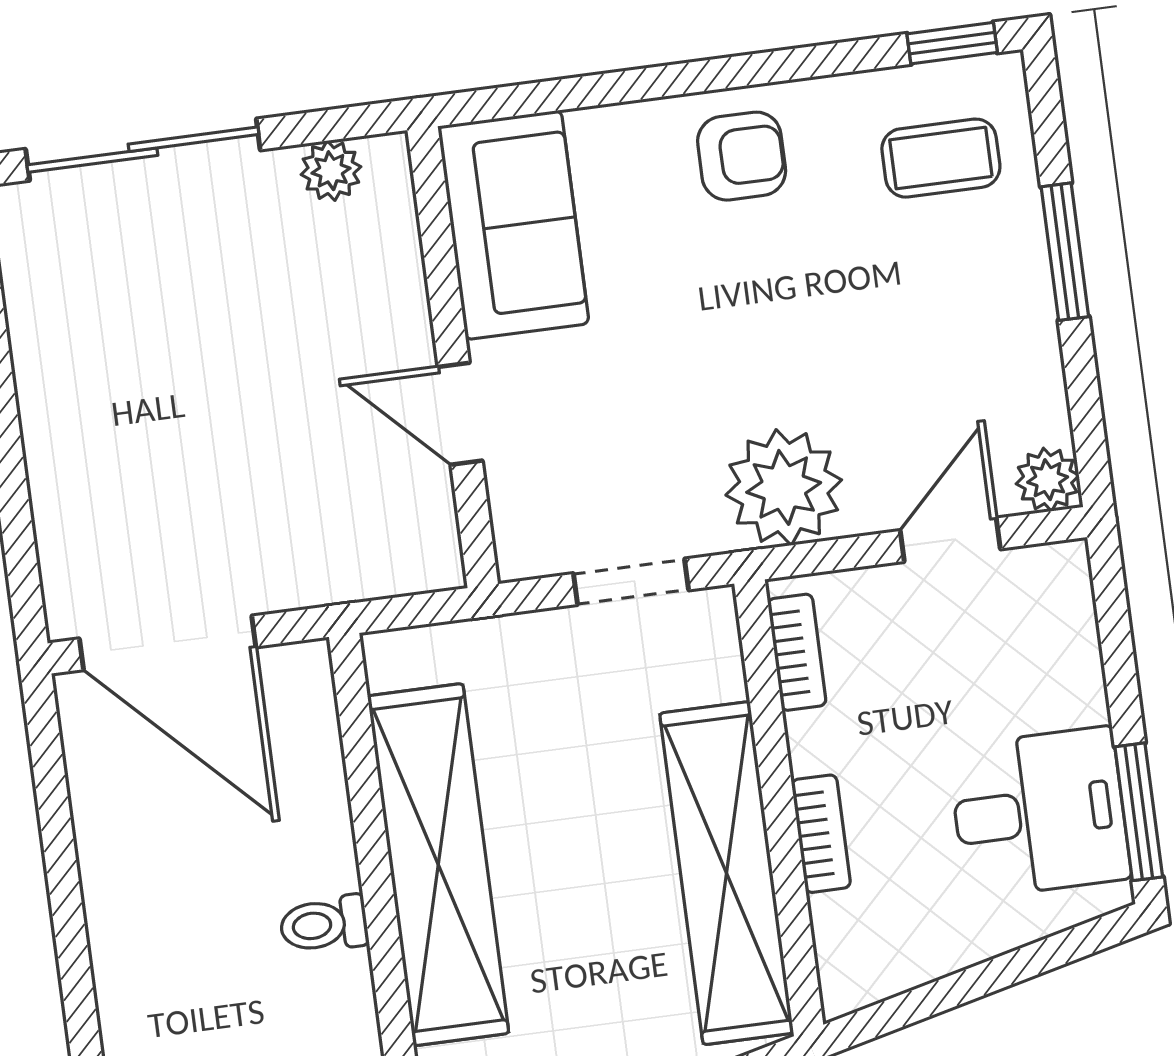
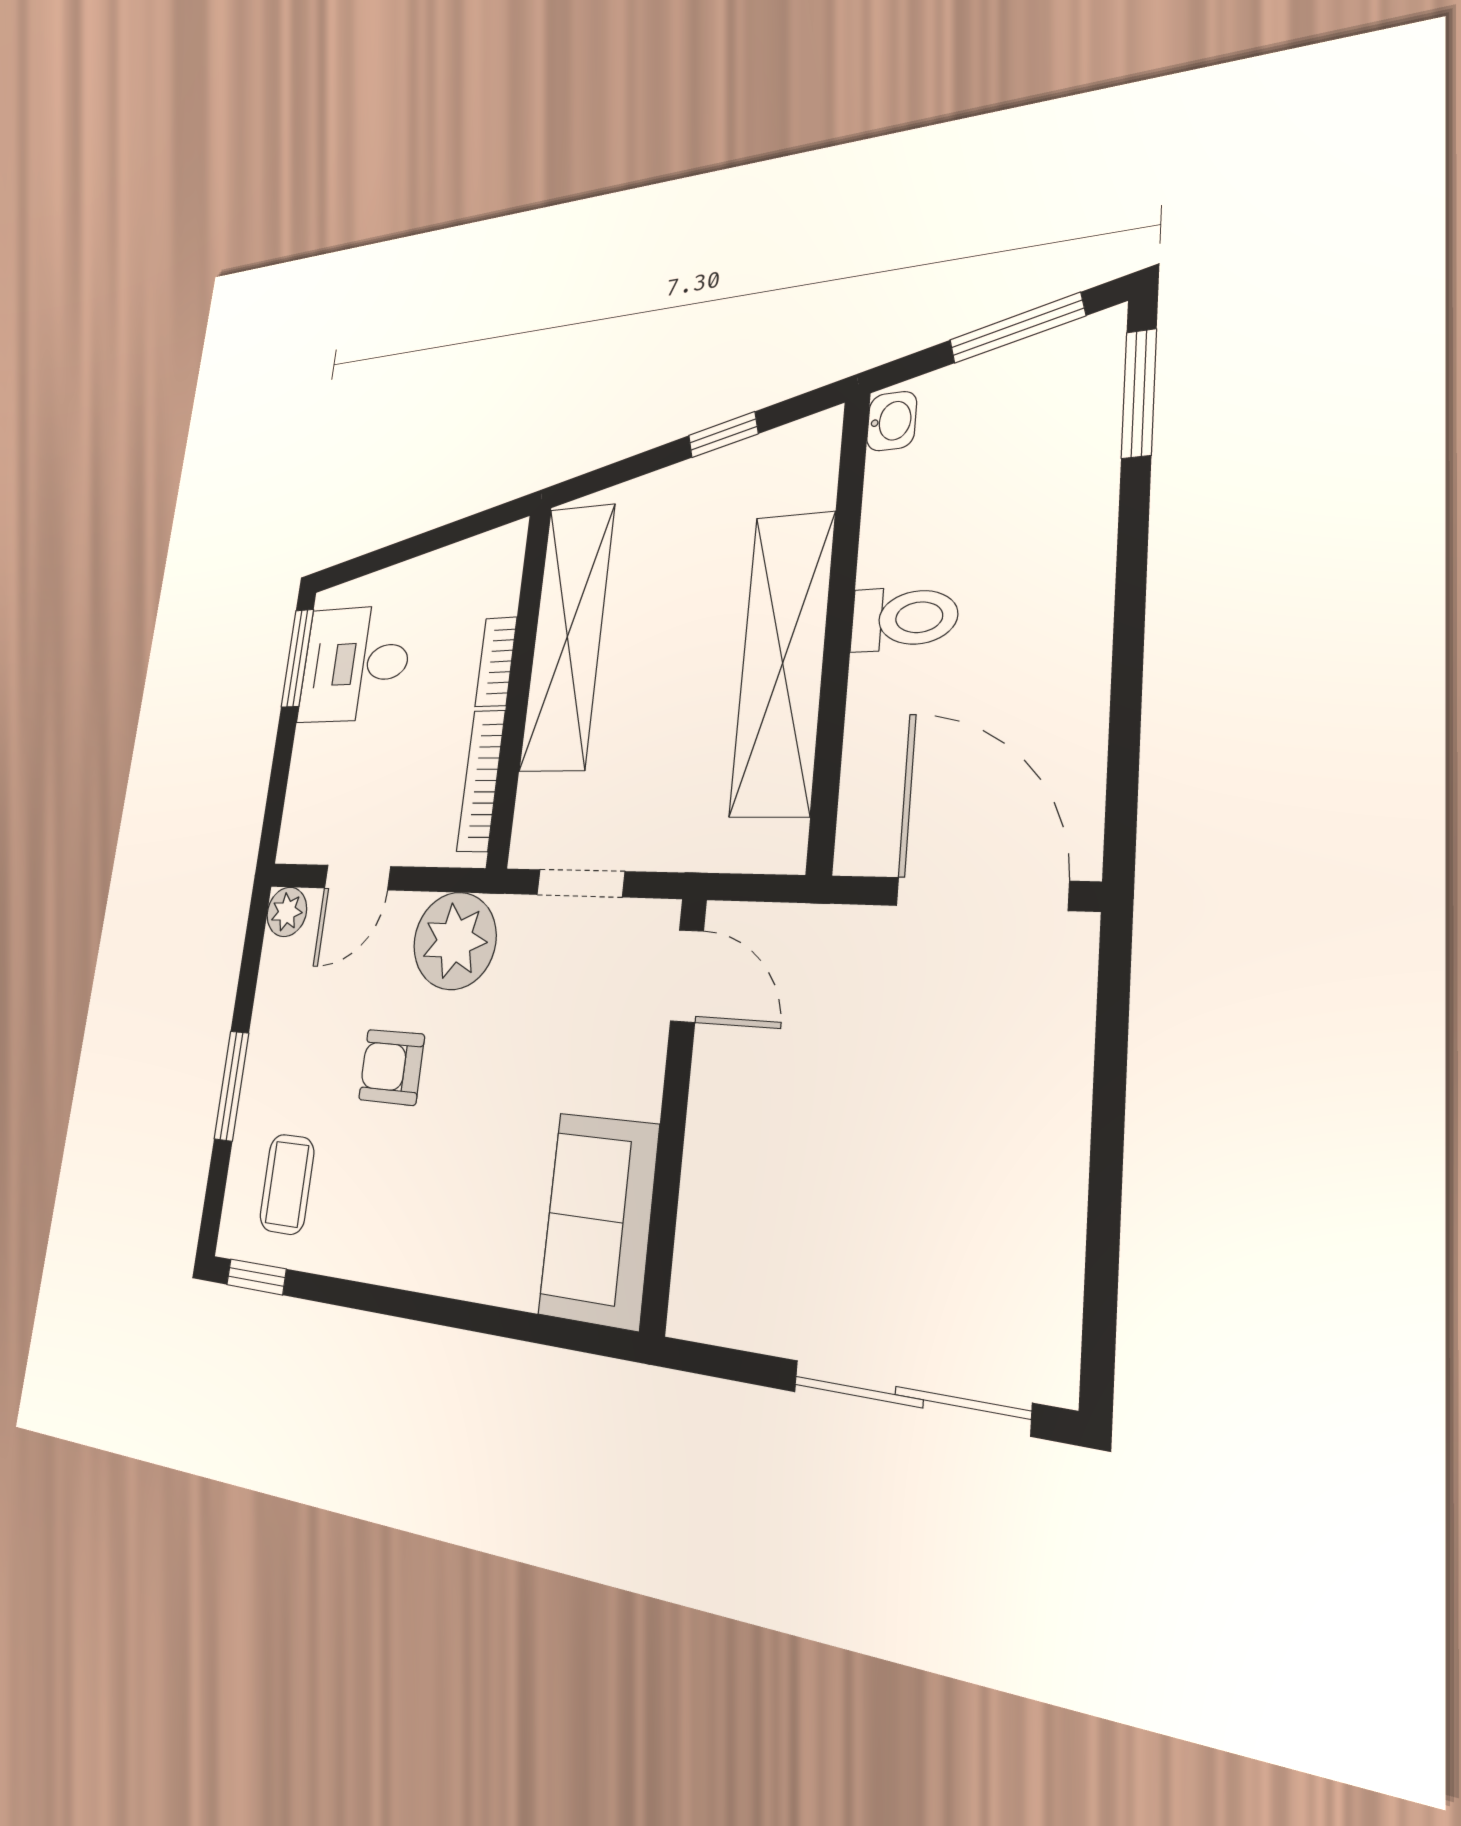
armchair: (742, 156) -> (392, 1067), moved
coffee table: (941, 158) -> (287, 1184), turned 90
plant: (331, 171) -> (739, 1319), removed
door: (460, 414) -> (687, 976), moved
bookcase: (797, 652) -> (481, 781), width x1.56
toilet: (324, 924) -> (904, 618), width x1.37, depth x1.39

